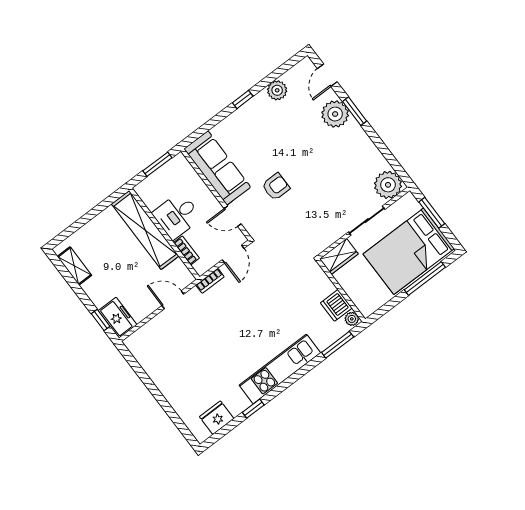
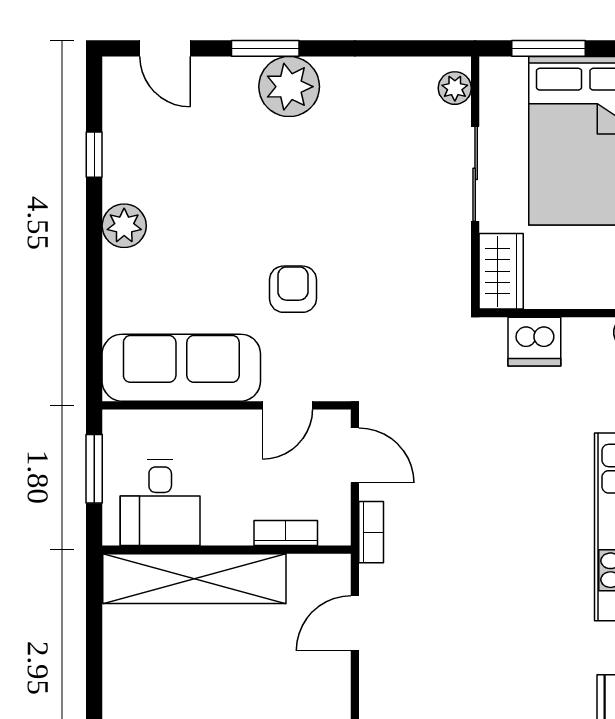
plant: (277, 90) -> (124, 226), moved
window: (243, 100) -> (94, 155), moved
plant: (335, 114) -> (289, 87), moved
plant: (388, 185) -> (455, 88), width x0.53, depth x0.53
desk: (177, 215) -> (160, 503), moved
dishwasher: (336, 305) -> (534, 342), moved

